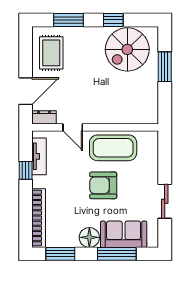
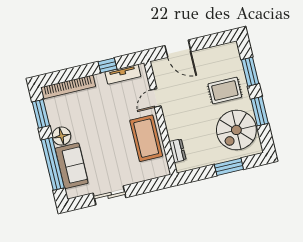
window: (113, 20) -> (260, 111), width x1.50
spiral stairs: (127, 49) -> (236, 130), turned -90
rug: (51, 53) -> (225, 91), moved
dresser: (44, 117) -> (178, 151), moved
armchair: (103, 185) -> (111, 137), removed
window: (117, 254) -> (53, 164), width x1.46

